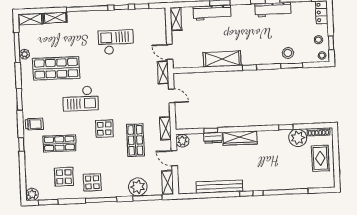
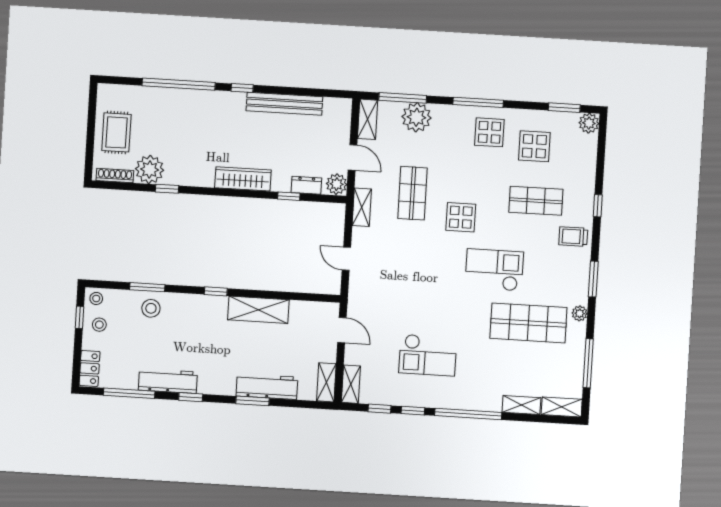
plant: (24, 54) -> (580, 313), moved
shelving: (163, 72) -> (351, 384), moved
dresser: (213, 138) -> (306, 185), moved

